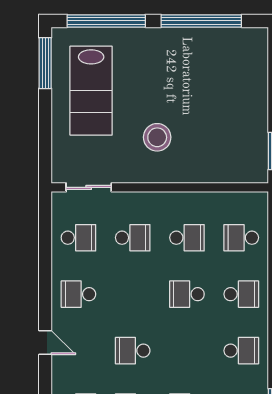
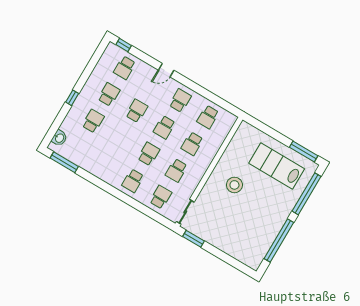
sliding door: (89, 187) -> (185, 212), moved
school desk: (241, 351) -> (164, 127), moved

